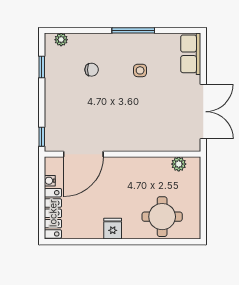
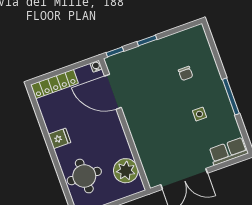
plant: (61, 40) -> (202, 39), removed
window: (42, 67) -> (147, 40), moved
plant: (179, 164) -> (126, 171), width x1.88, depth x1.88
water cooler: (50, 181) -> (96, 66), moved

